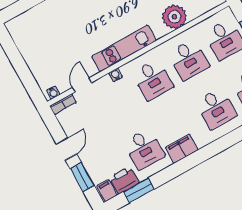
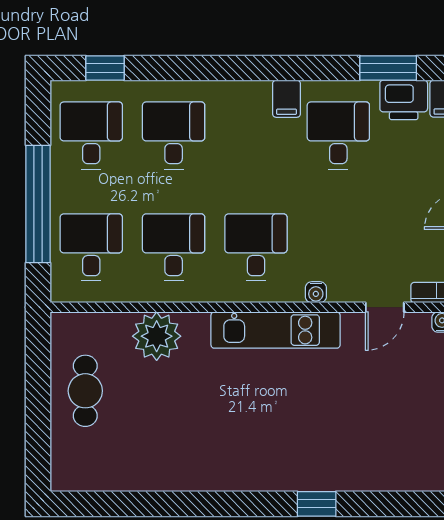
filing cabinet: (182, 149) -> (287, 99), width x0.50

